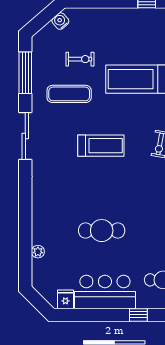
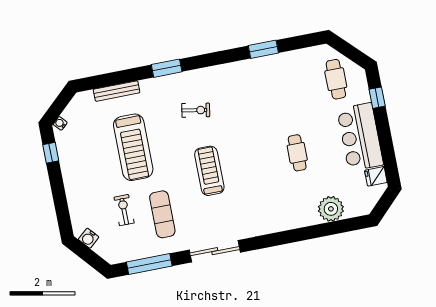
cafe table: (102, 231) -> (297, 153), width x0.73, depth x0.74
plant: (38, 252) -> (331, 209), width x1.87, depth x1.87

